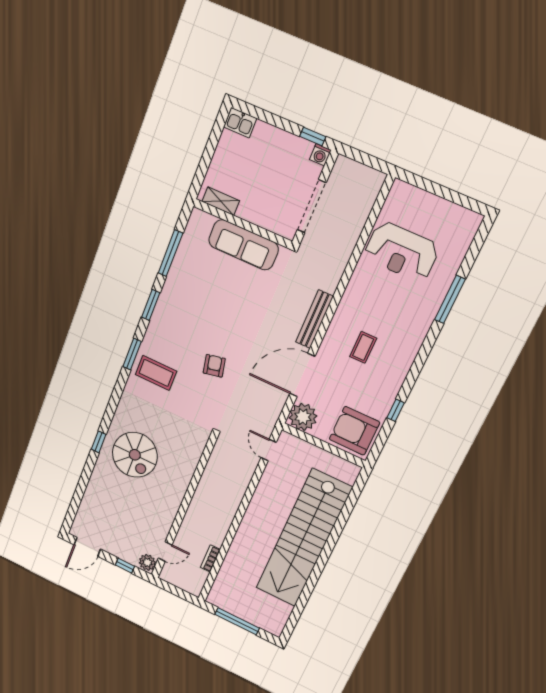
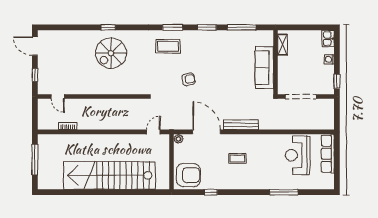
washing machine: (320, 155) -> (329, 59), moved
row of seats: (422, 201) -> (328, 154), added
coffee table: (156, 373) -> (168, 46), turned 90
plant: (303, 417) -> (178, 139), width x0.53, depth x0.53
armchair: (354, 431) -> (188, 175), turned 90
plant: (147, 562) -> (45, 88), removed

